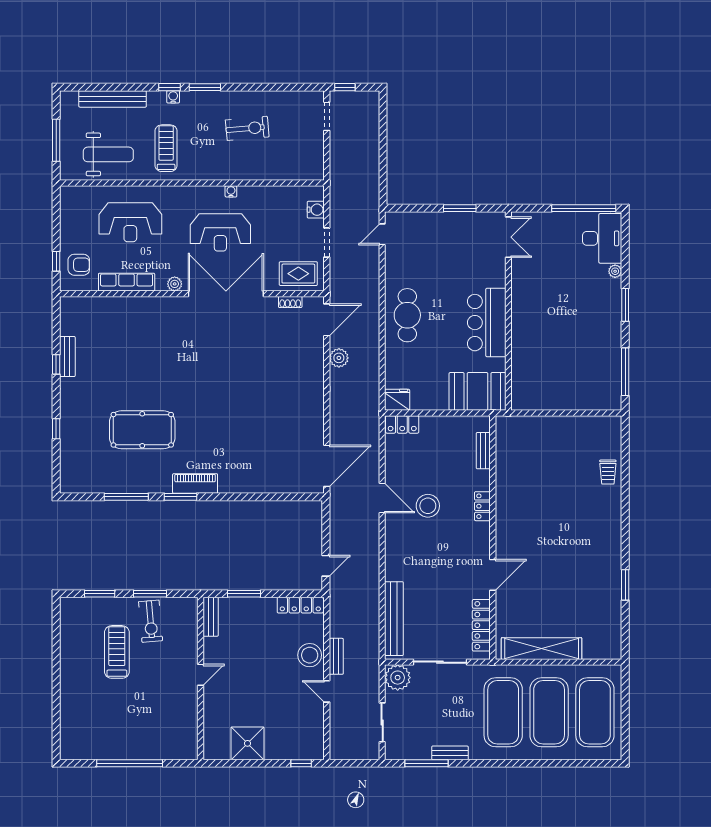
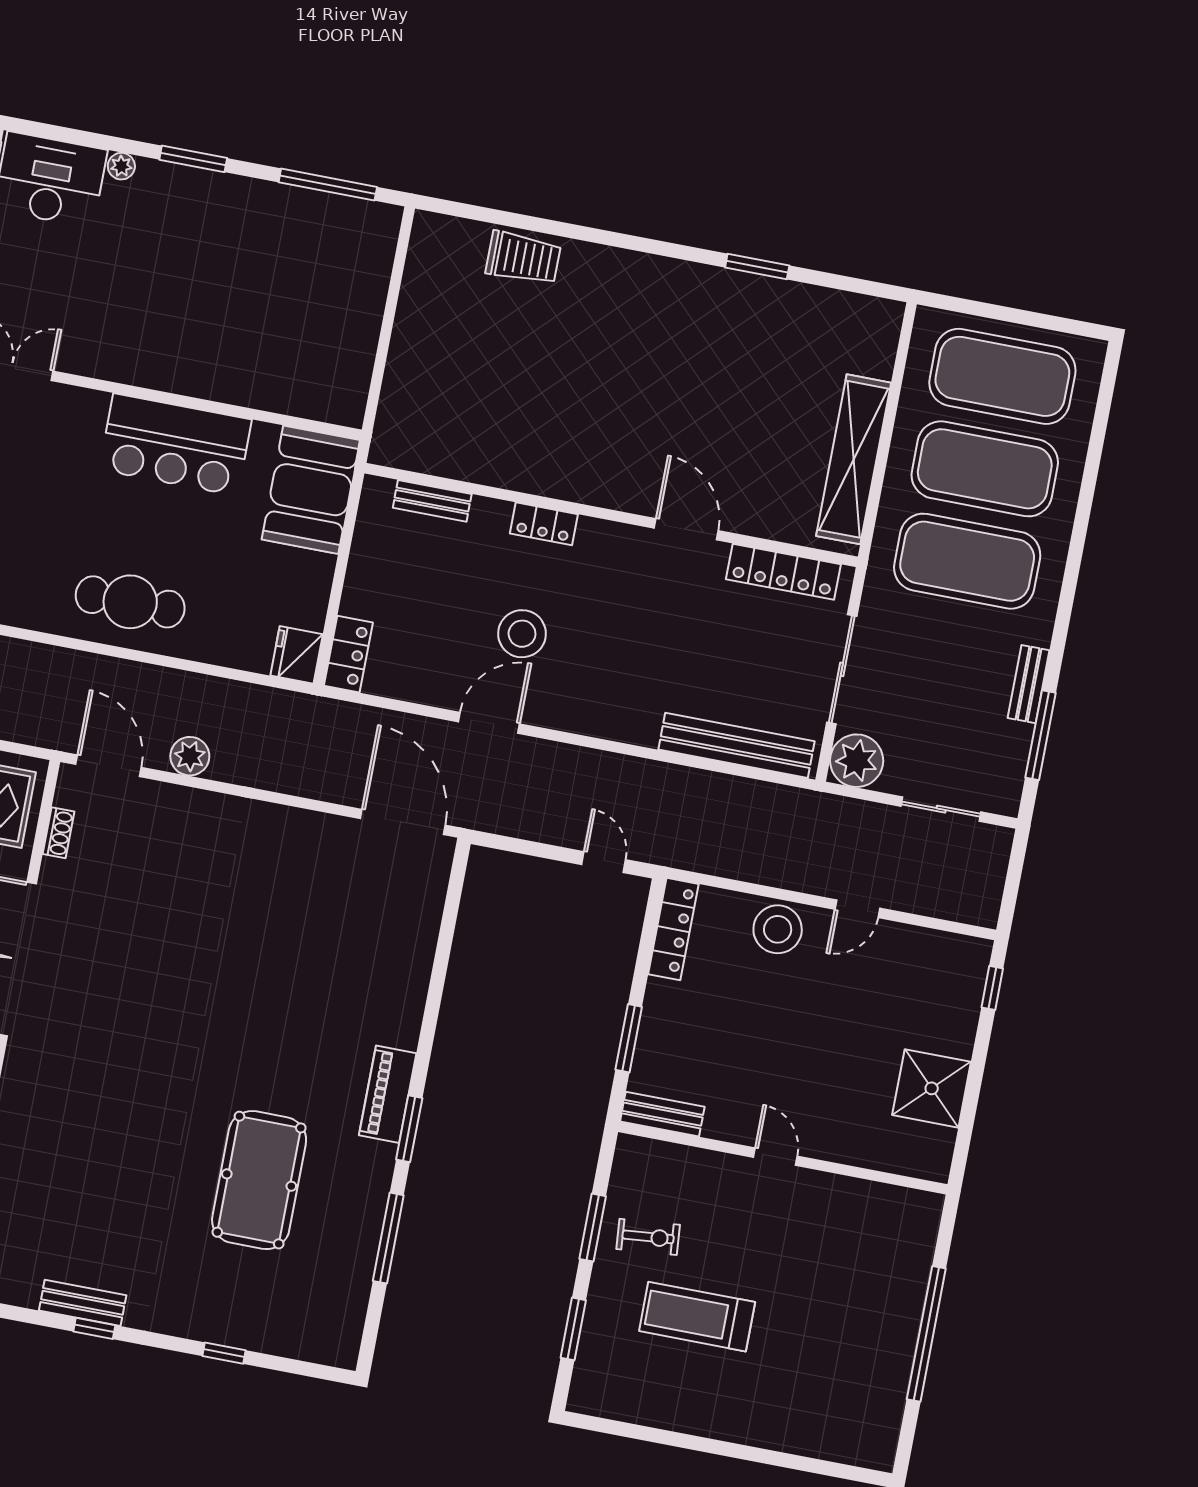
trolley: (608, 472) -> (523, 258), width x1.36, depth x1.39
exercise bike: (151, 621) -> (648, 1237), width x0.73, depth x0.72
bench: (336, 656) -> (790, 876), removed

